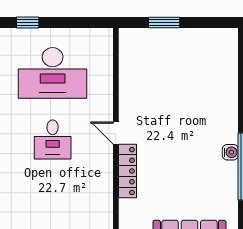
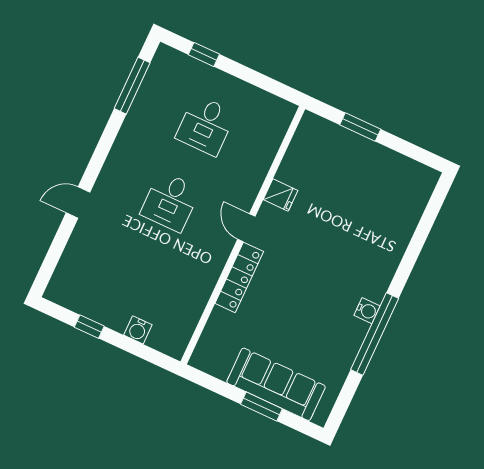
desk: (53, 73) -> (206, 125), width x0.53, depth x0.77
fridge: (130, 98) -> (280, 195), added

